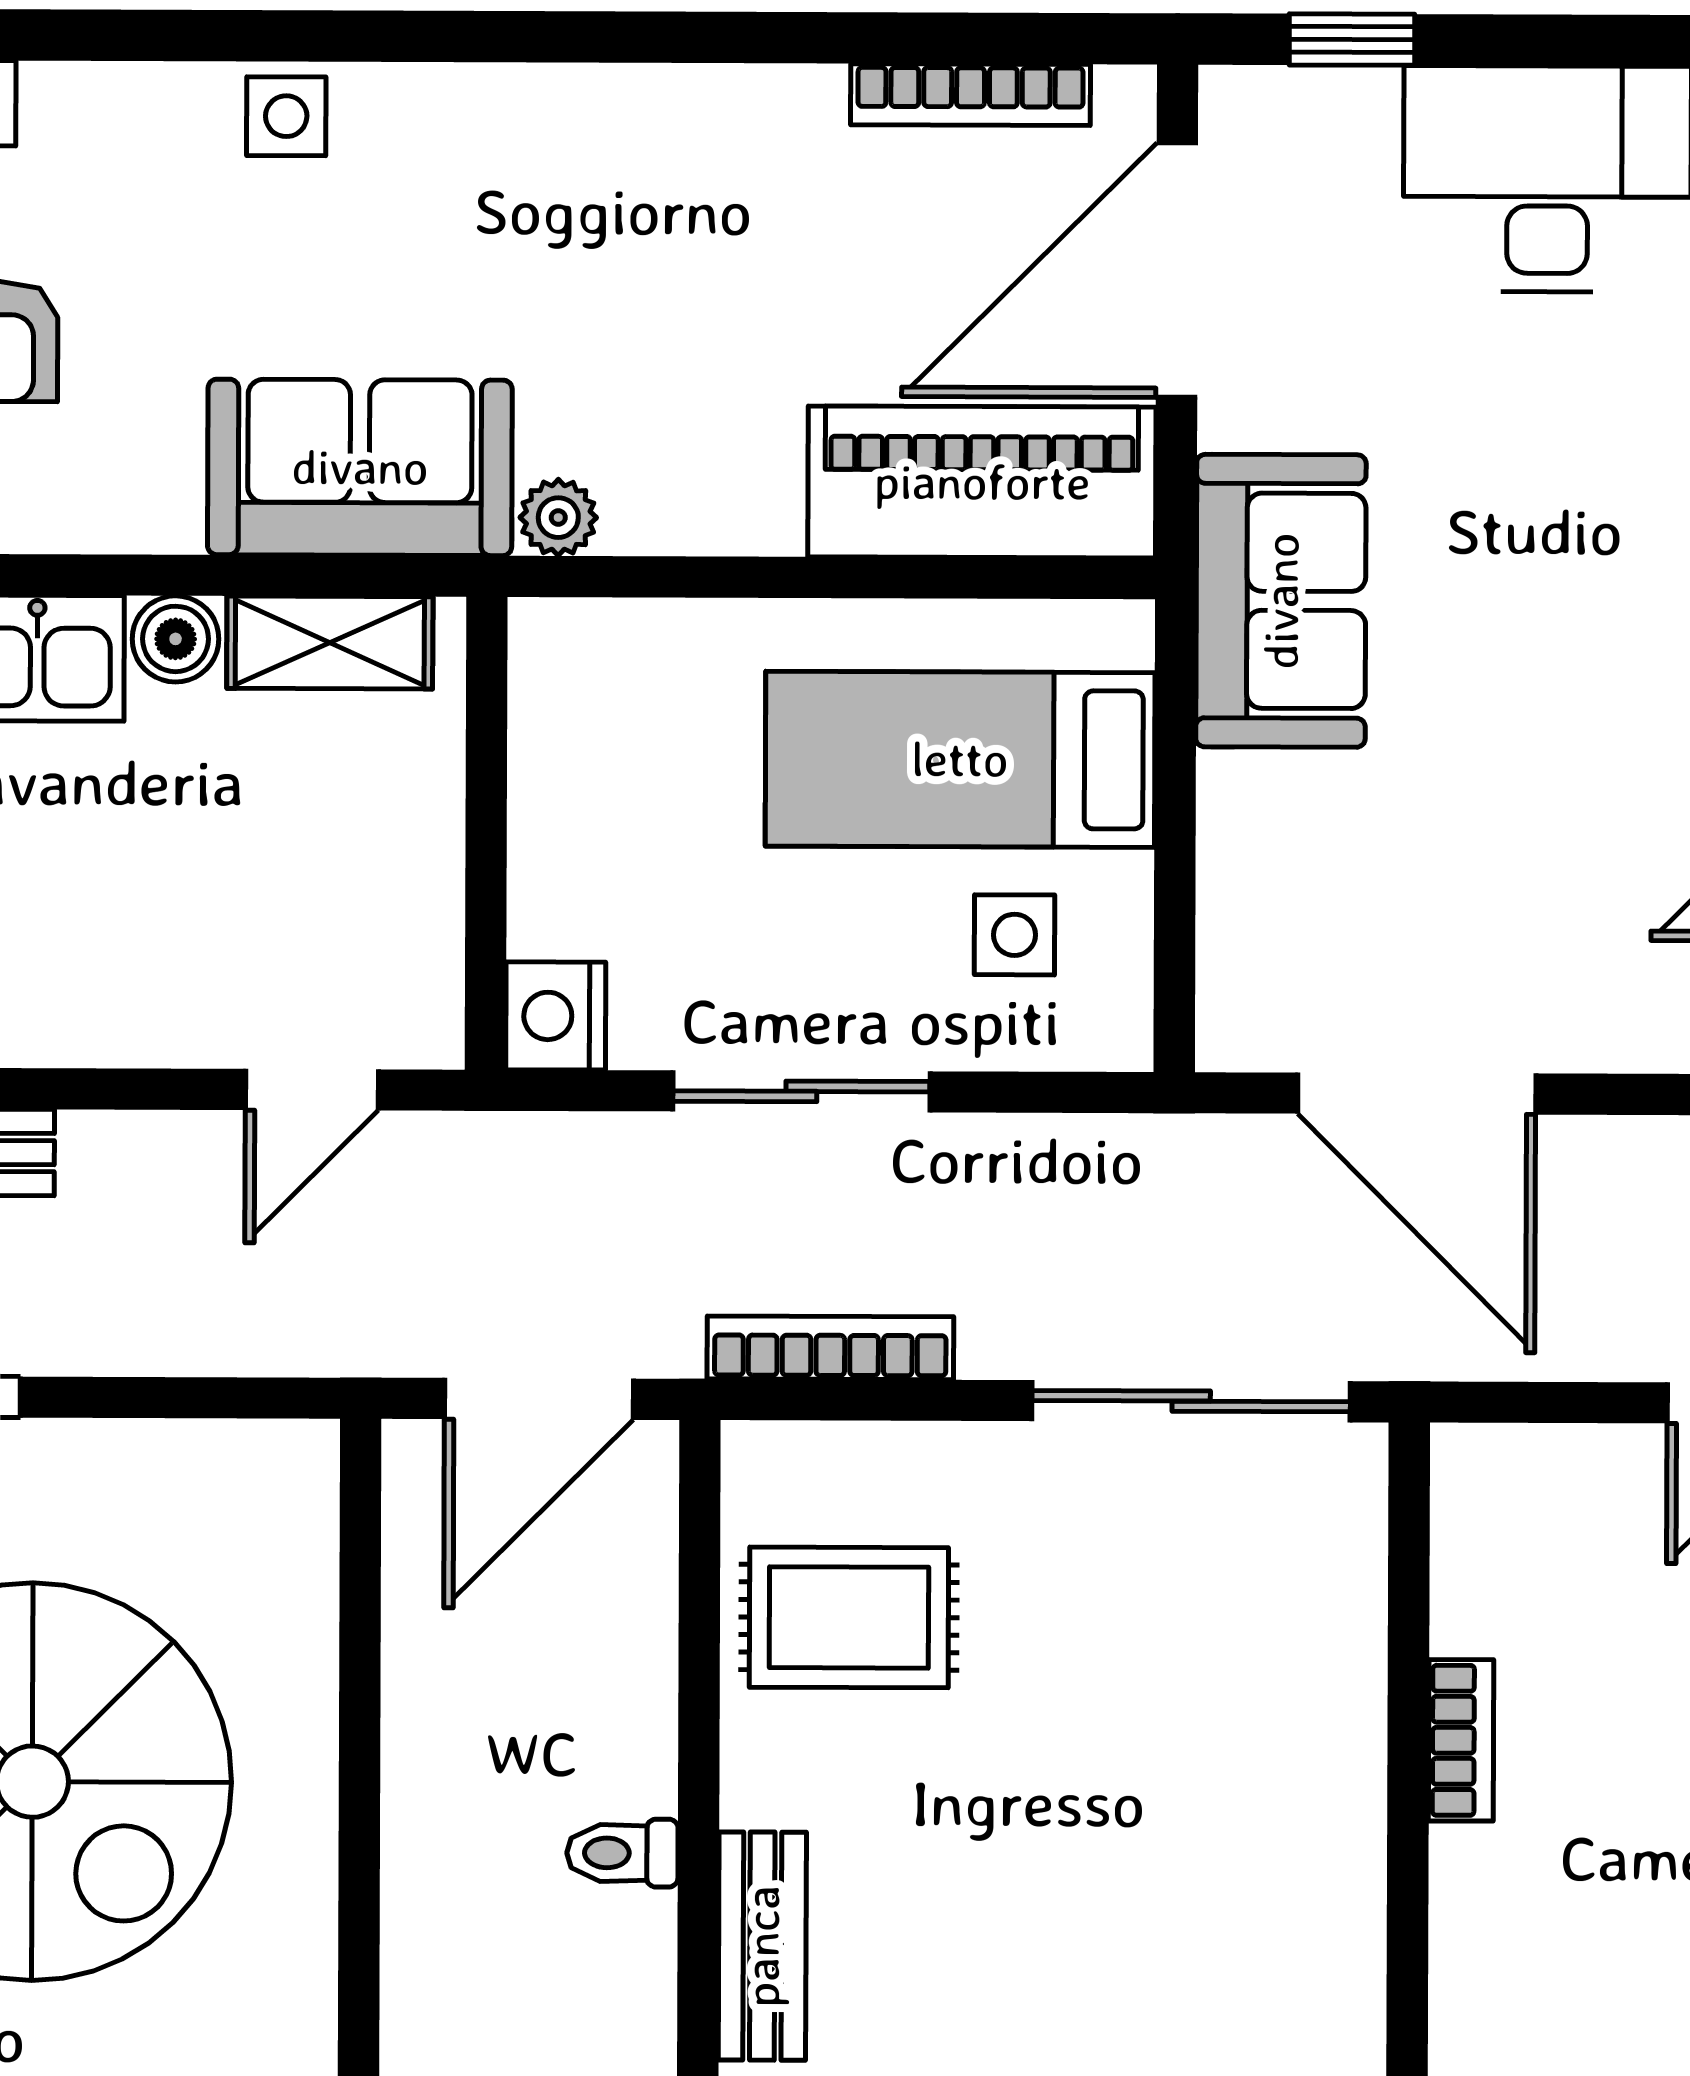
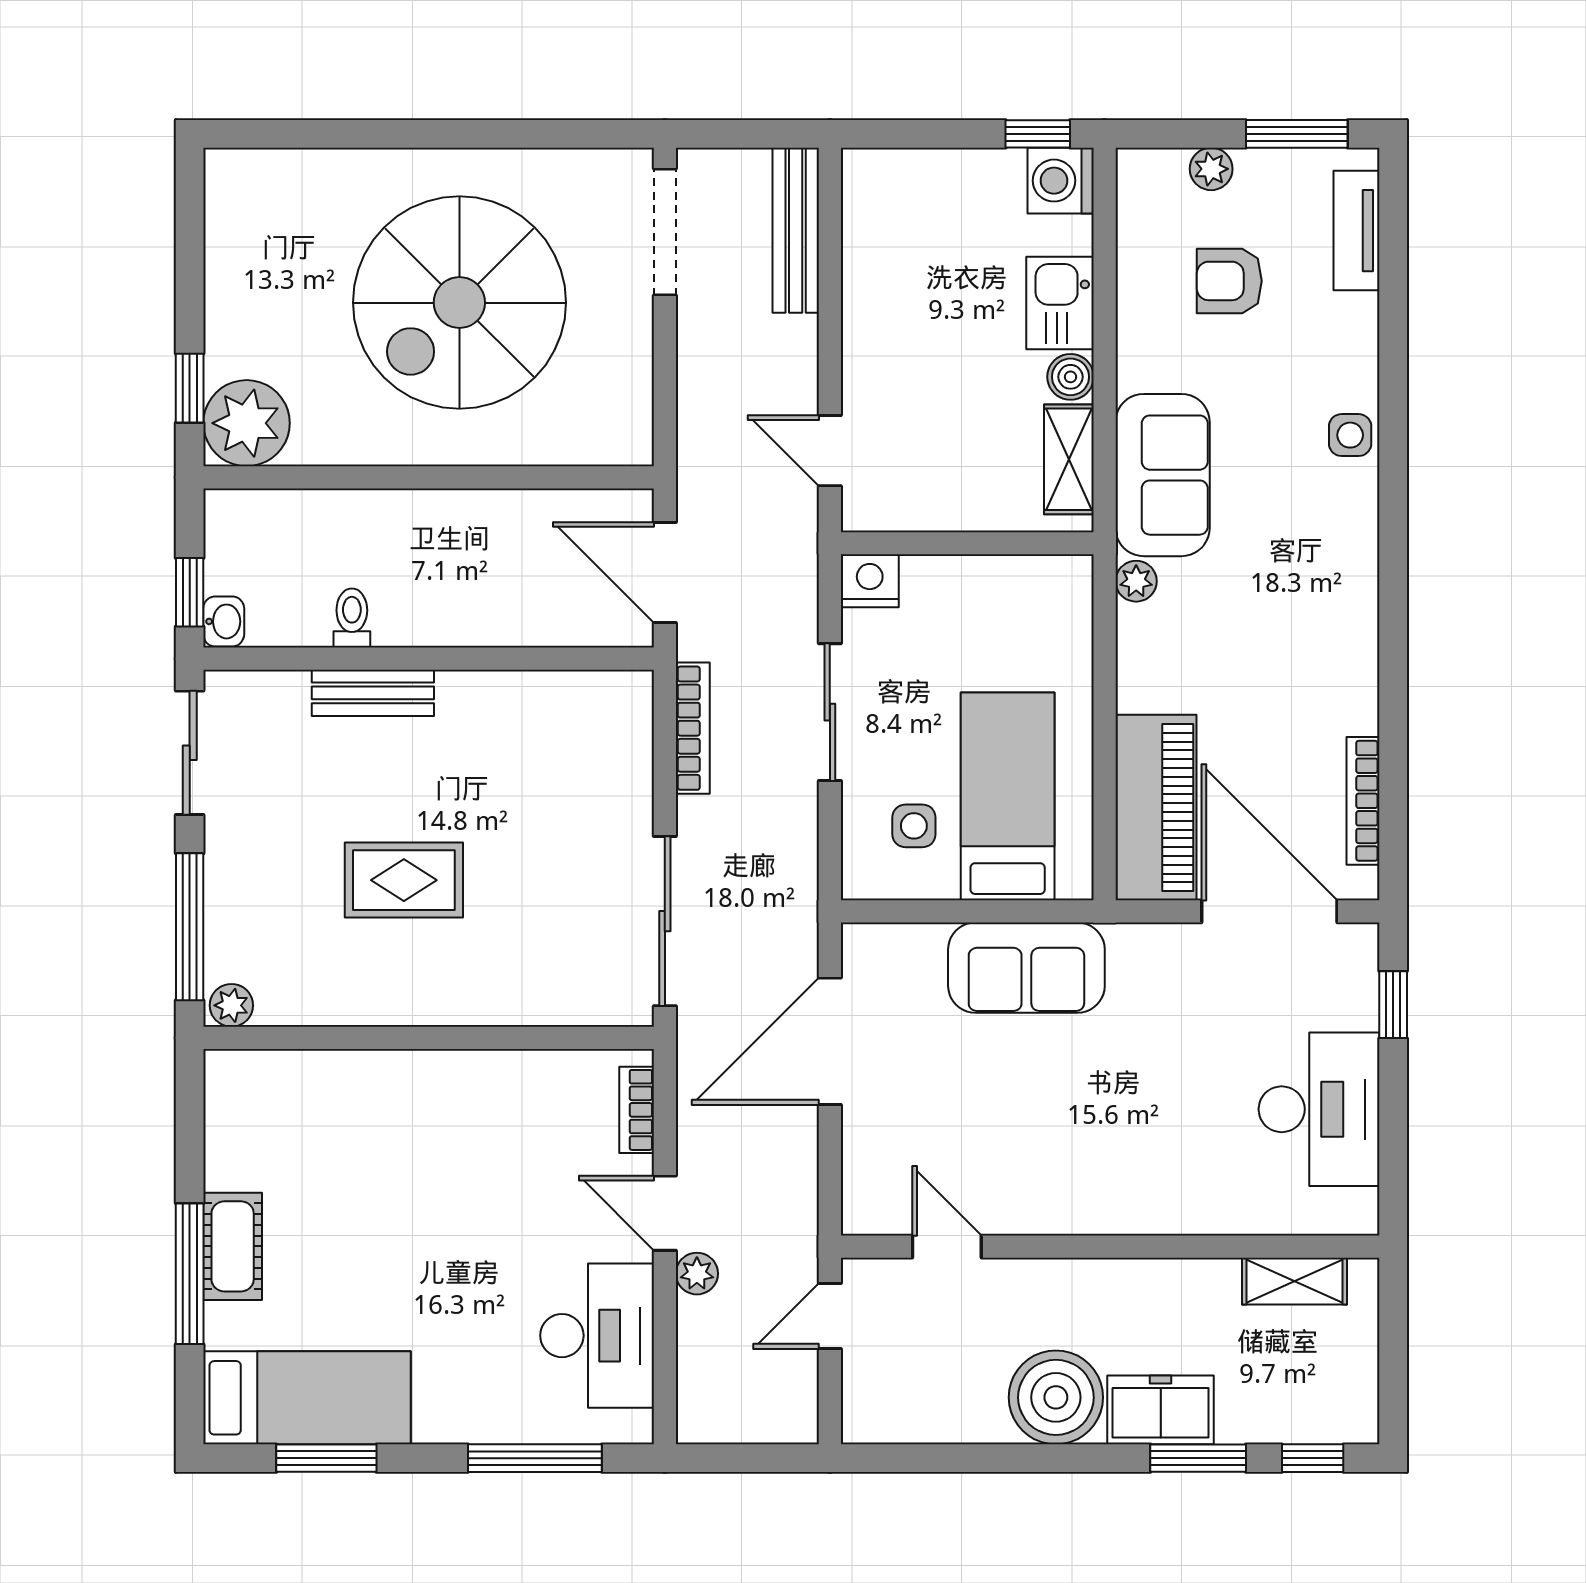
sofa: (1281, 601) -> (1026, 968), moved
rug: (849, 1617) -> (404, 880), moved, turned 90
bookcase: (1461, 1740) -> (637, 1110), moved, turned 90
toilet: (622, 1853) -> (352, 618), moved

